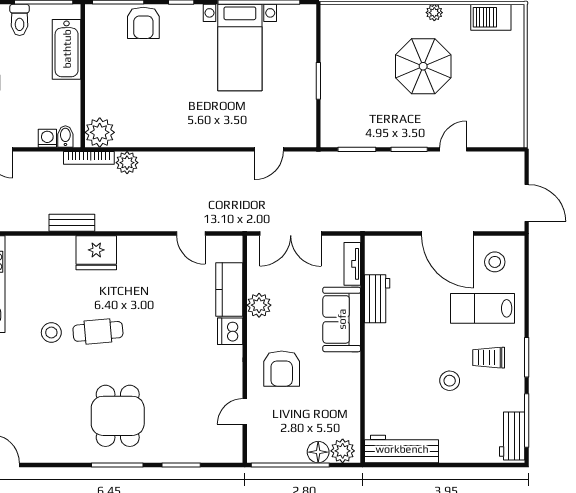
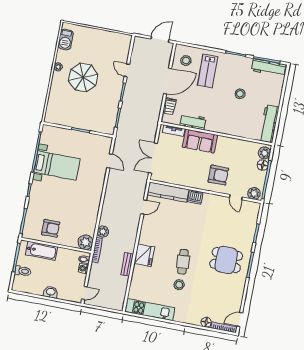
armchair: (143, 23) -> (51, 228), moved
double door: (291, 234) -> (153, 158), swing flipped
kitchen counter: (229, 289) -> (168, 192), width x1.50
plant: (259, 305) -> (254, 193), moved
trolley: (489, 358) -> (170, 106), moved
workbench: (512, 436) -> (269, 68), width x1.38

